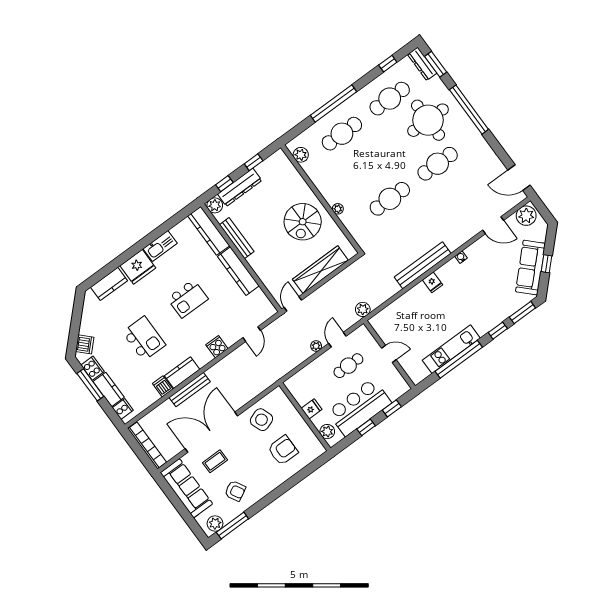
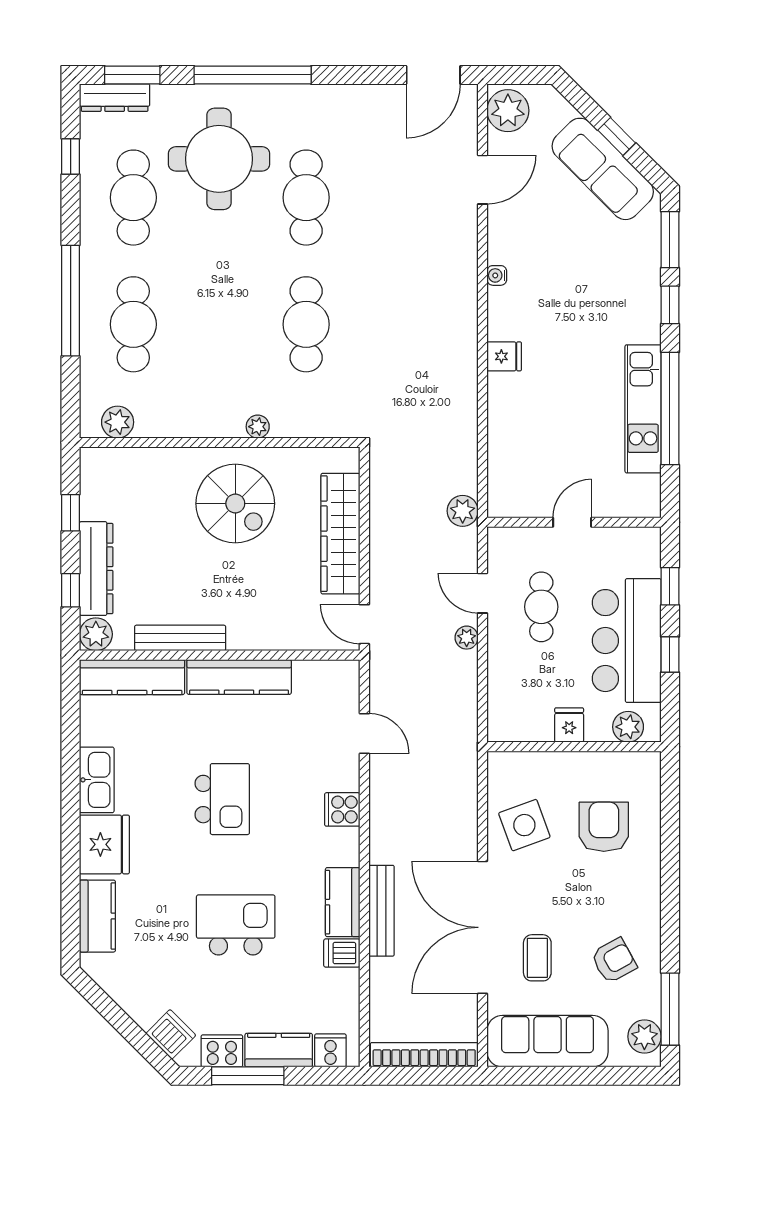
bench: (423, 265) -> (462, 352), removed

